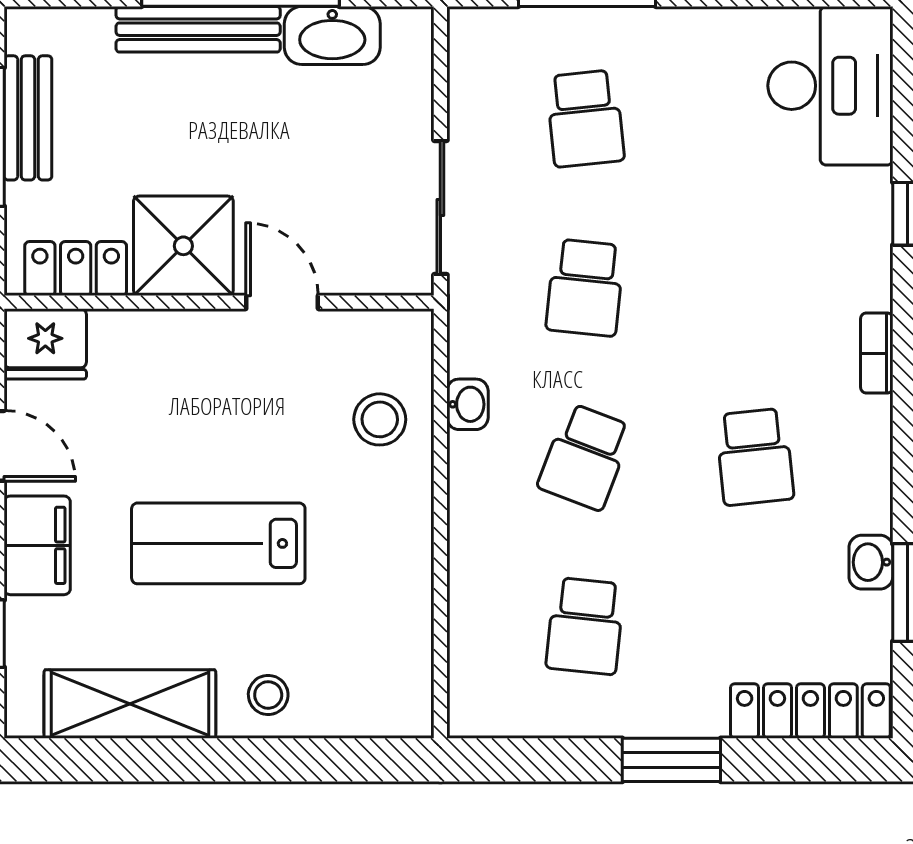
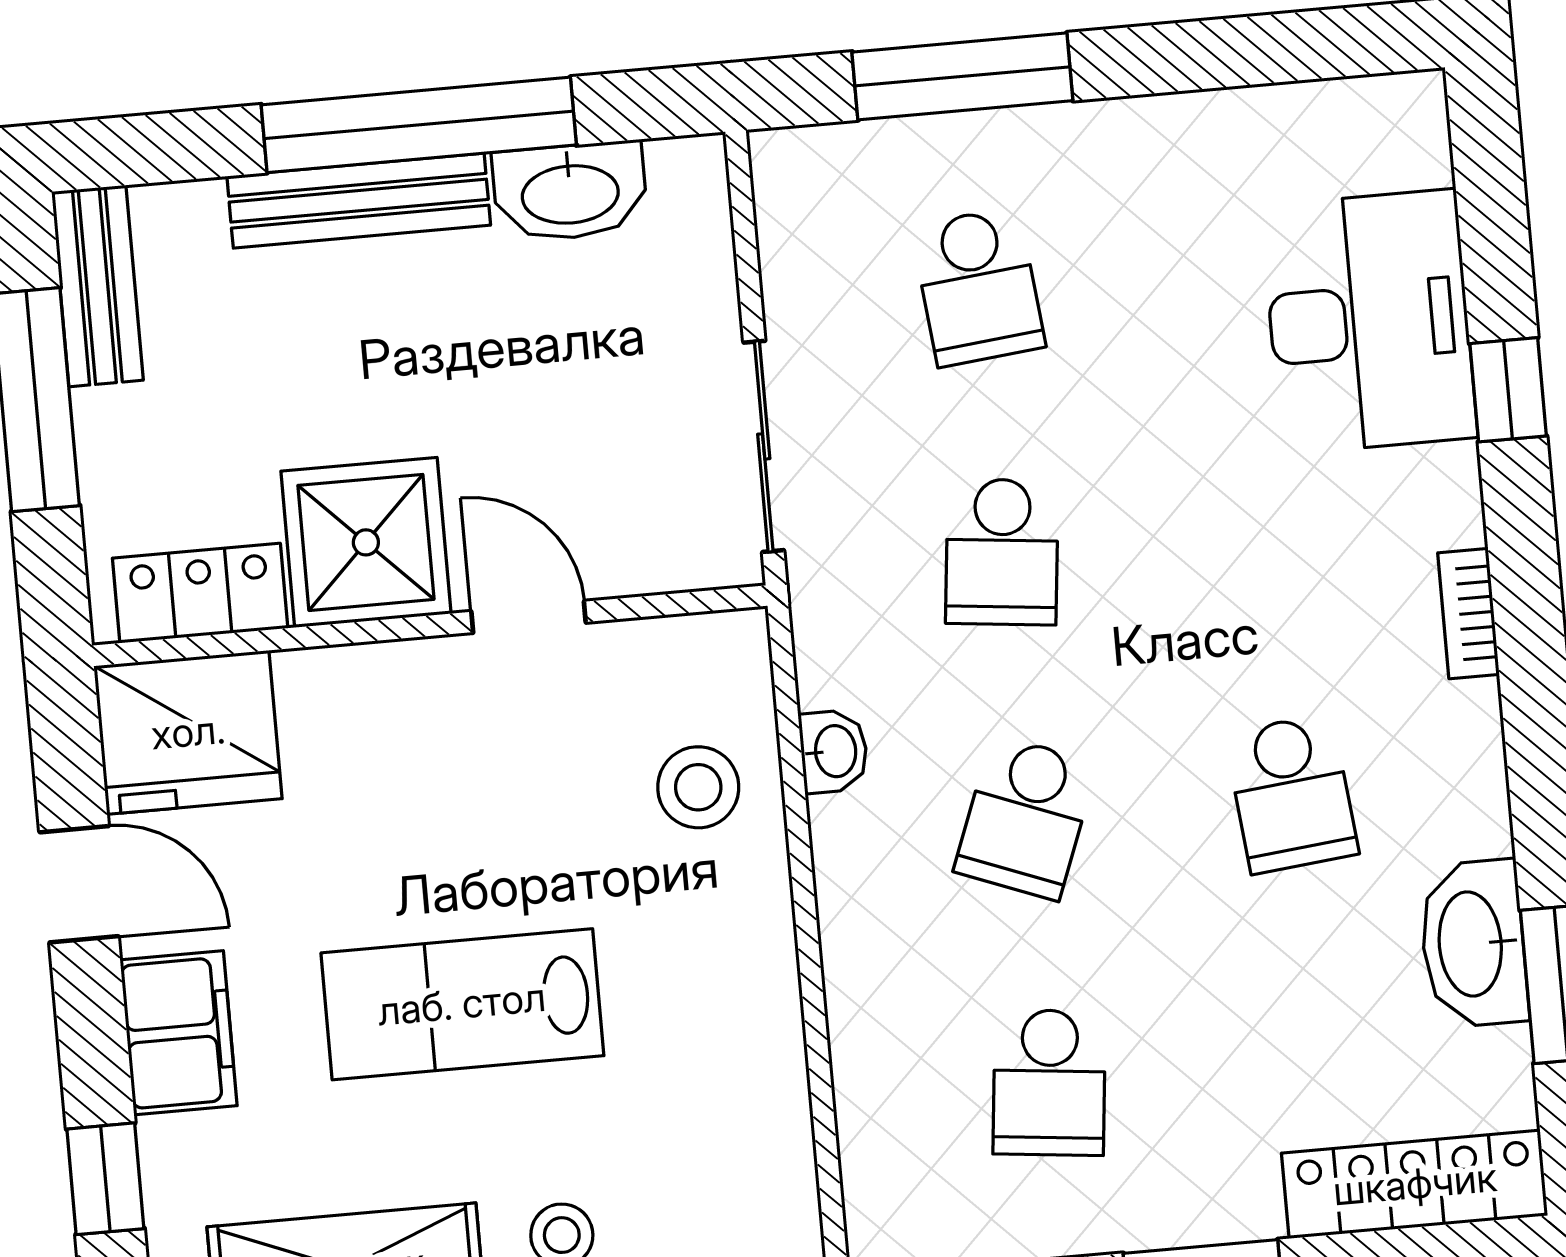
desk: (830, 86) -> (1369, 322), moved
bench: (28, 118) -> (97, 286), moved
fridge: (45, 344) -> (188, 732), width x1.36, depth x1.34
washbasin: (871, 562) -> (1473, 944), width x1.91, depth x1.45

